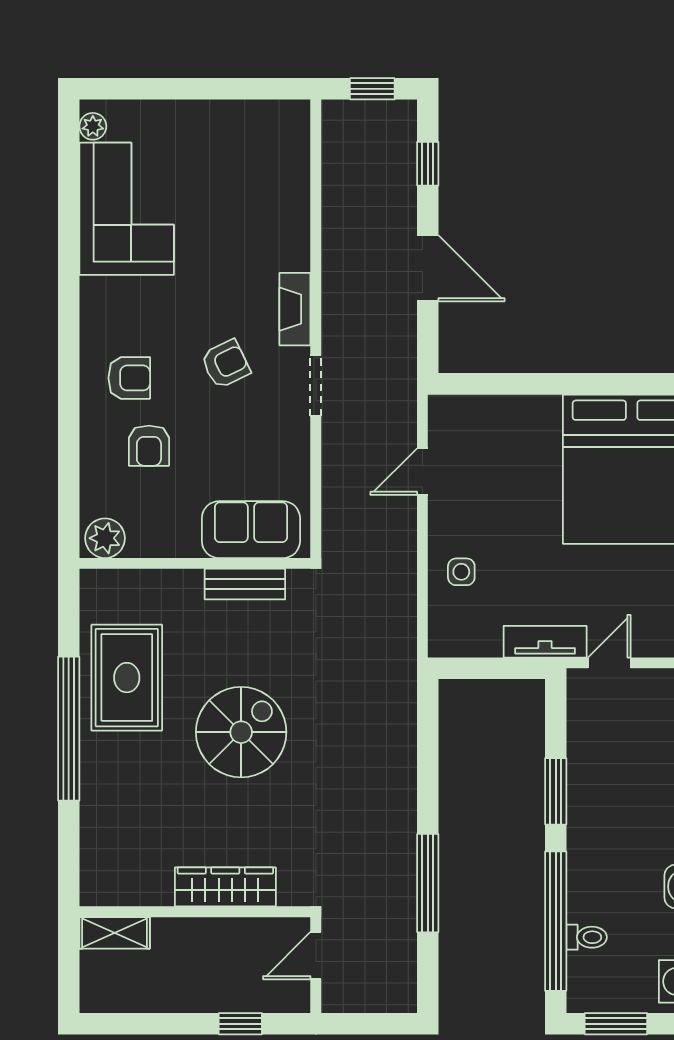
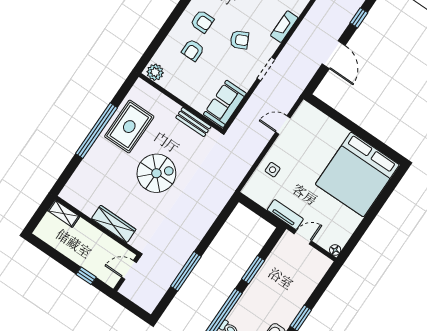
fireplace: (295, 309) -> (284, 27), moved
sofa: (251, 530) -> (225, 104), moved, turned -90

